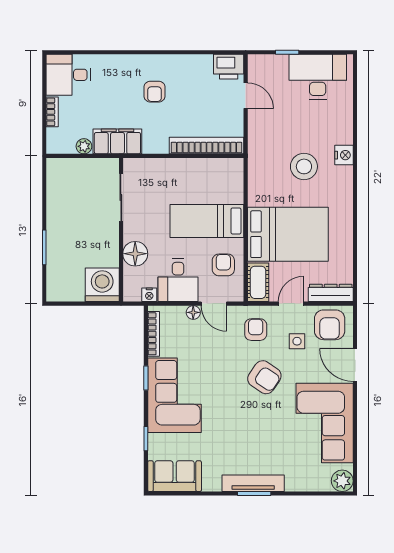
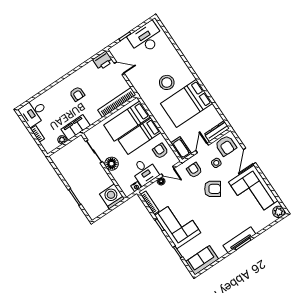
nightstand: (344, 155) -> (181, 65), removed
bed: (203, 185) -> (127, 121), added
bed: (288, 234) -> (187, 103), moved, turned 180
floor lamp: (135, 254) -> (112, 164), moved
door: (355, 365) -> (249, 156), hinge flipped

